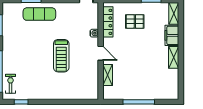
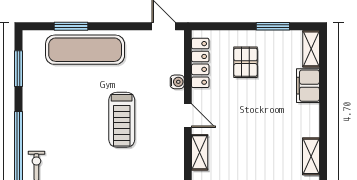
exercise mat: (39, 14) -> (85, 50), width x1.36, depth x1.45
pallet: (135, 21) -> (246, 62), turned 90
shelving: (174, 57) -> (311, 156), moved

